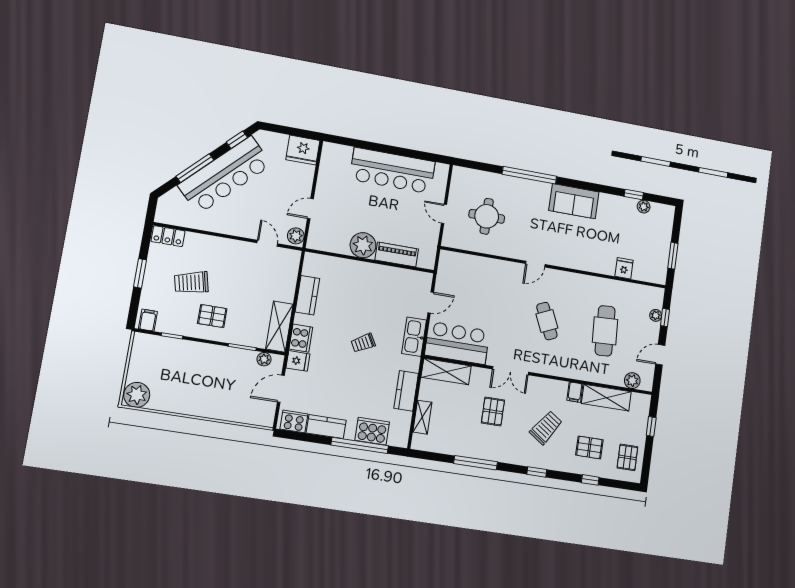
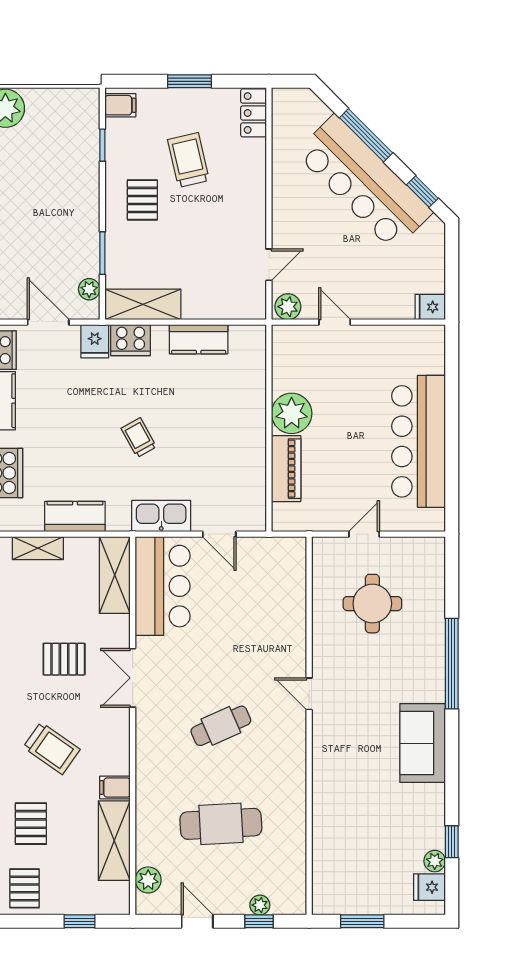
fridge: (303, 150) -> (430, 307), width x0.53, depth x0.75
fridge: (624, 268) -> (429, 887), moved, turned 180
pallet: (627, 457) -> (24, 888), turned 90

